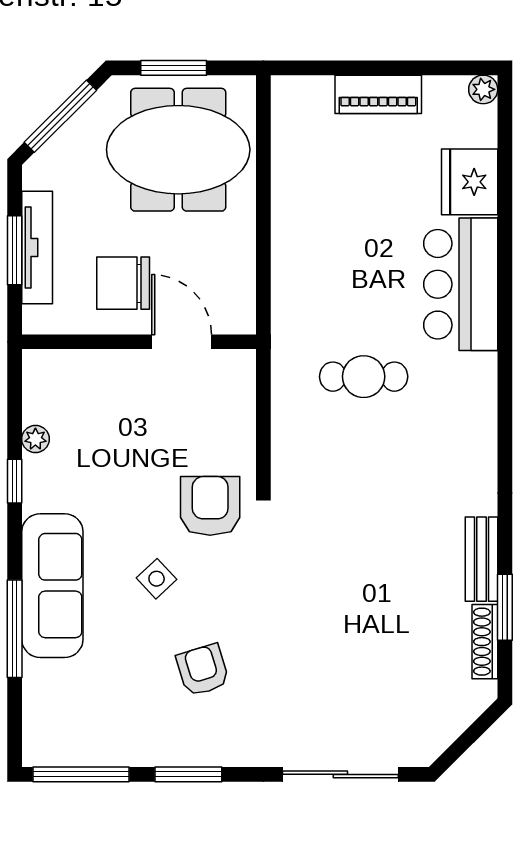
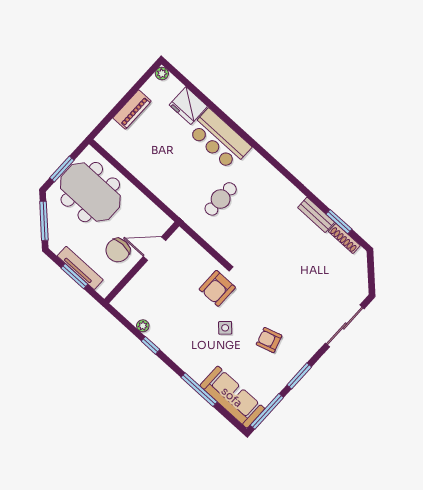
meeting table: (178, 150) -> (90, 192), turned 90
armchair: (210, 506) -> (217, 288), turned -90
sofa: (52, 586) -> (232, 397), moved

